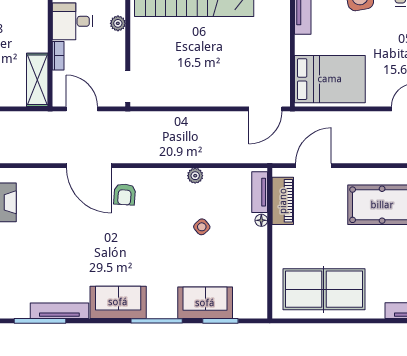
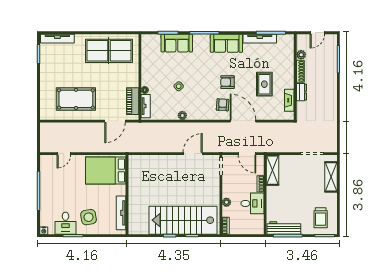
door: (265, 109) -> (193, 154), moved
rug: (51, 231) -> (264, 84), added
armchair: (116, 234) -> (227, 82), added

